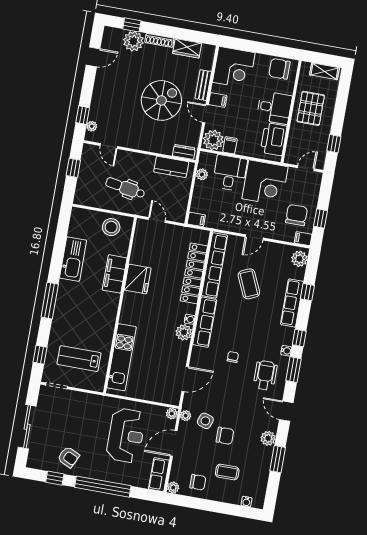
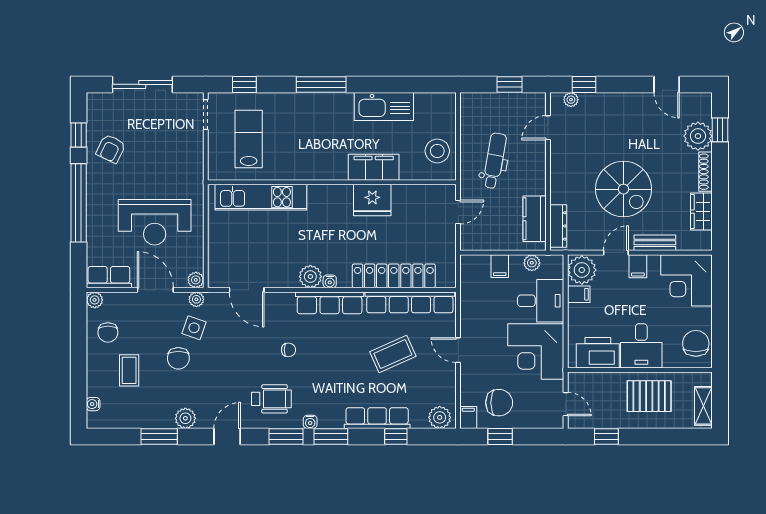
dresser: (184, 152) -> (558, 226), width x1.44
filing cabinet: (196, 219) -> (500, 266), moved
window: (299, 338) -> (331, 436), width x1.50

